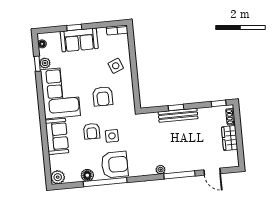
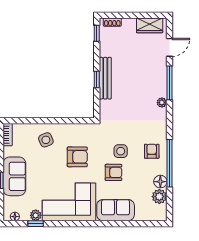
wardrobe: (230, 138) -> (150, 25), moved
armchair: (115, 165) -> (152, 151), width x0.53, depth x0.53
plant: (58, 177) -> (159, 197), moved

